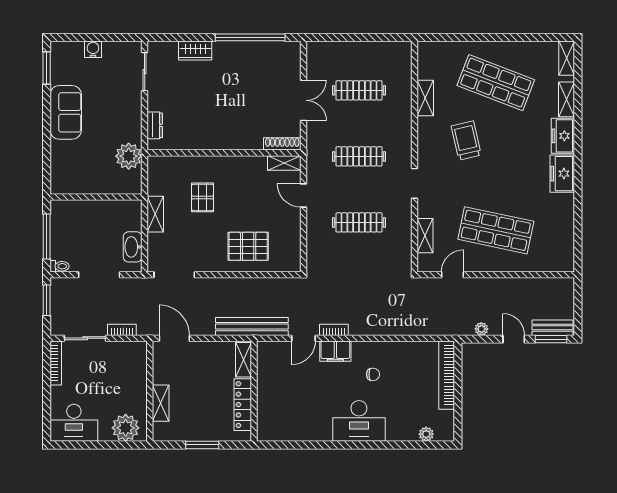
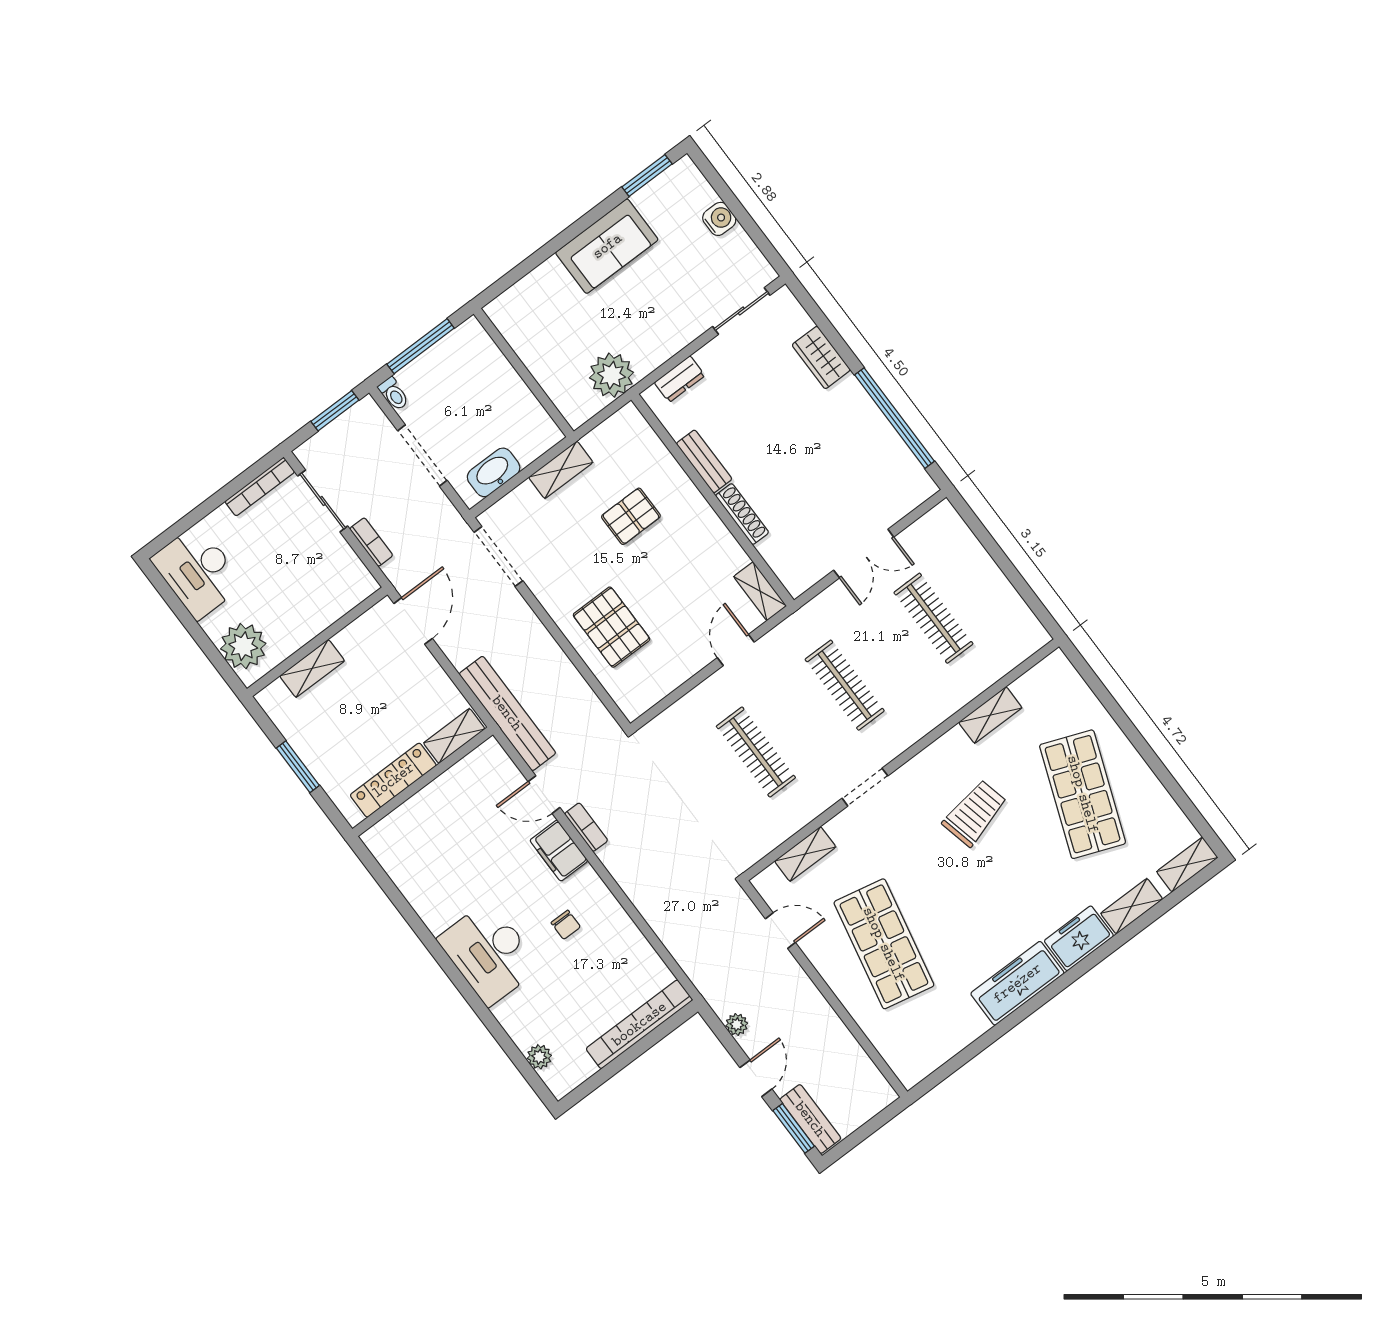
bench: (203, 143) -> (704, 461), added
shoe rack: (282, 144) -> (742, 514), moved
freezer: (562, 174) -> (1017, 983), width x1.40

